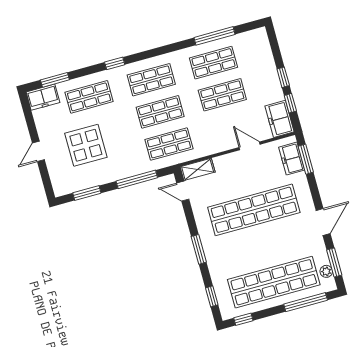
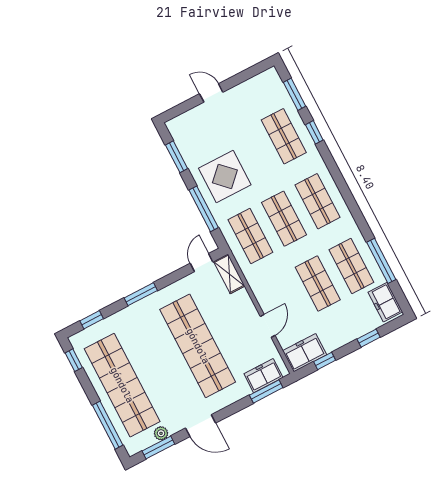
window: (115, 63) -> (314, 132), moved
window: (283, 77) -> (369, 338), moved
freezer: (43, 97) -> (385, 302), moved
display table: (86, 145) -> (225, 176), moved
plant: (326, 271) -> (161, 433), moved

